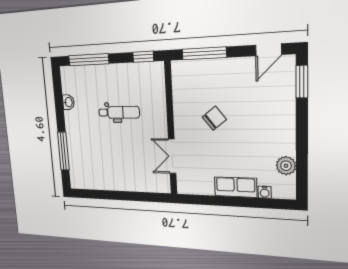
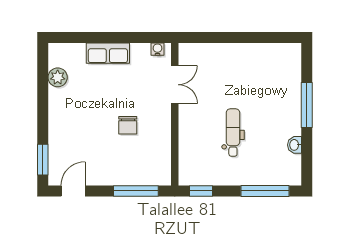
dental chair: (119, 112) -> (233, 133), turned 90
chair: (214, 118) -> (128, 125), turned -52
window: (63, 151) -> (307, 105), moved
water cooler: (265, 192) -> (157, 49), moved

